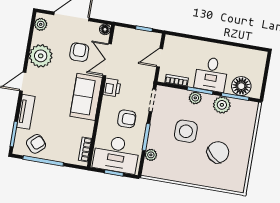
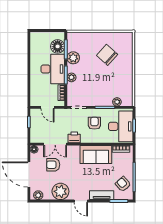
desk: (211, 74) -> (53, 69), width x1.37
sofa: (86, 97) -> (96, 155), moved
side table: (186, 131) -> (96, 80), removed

